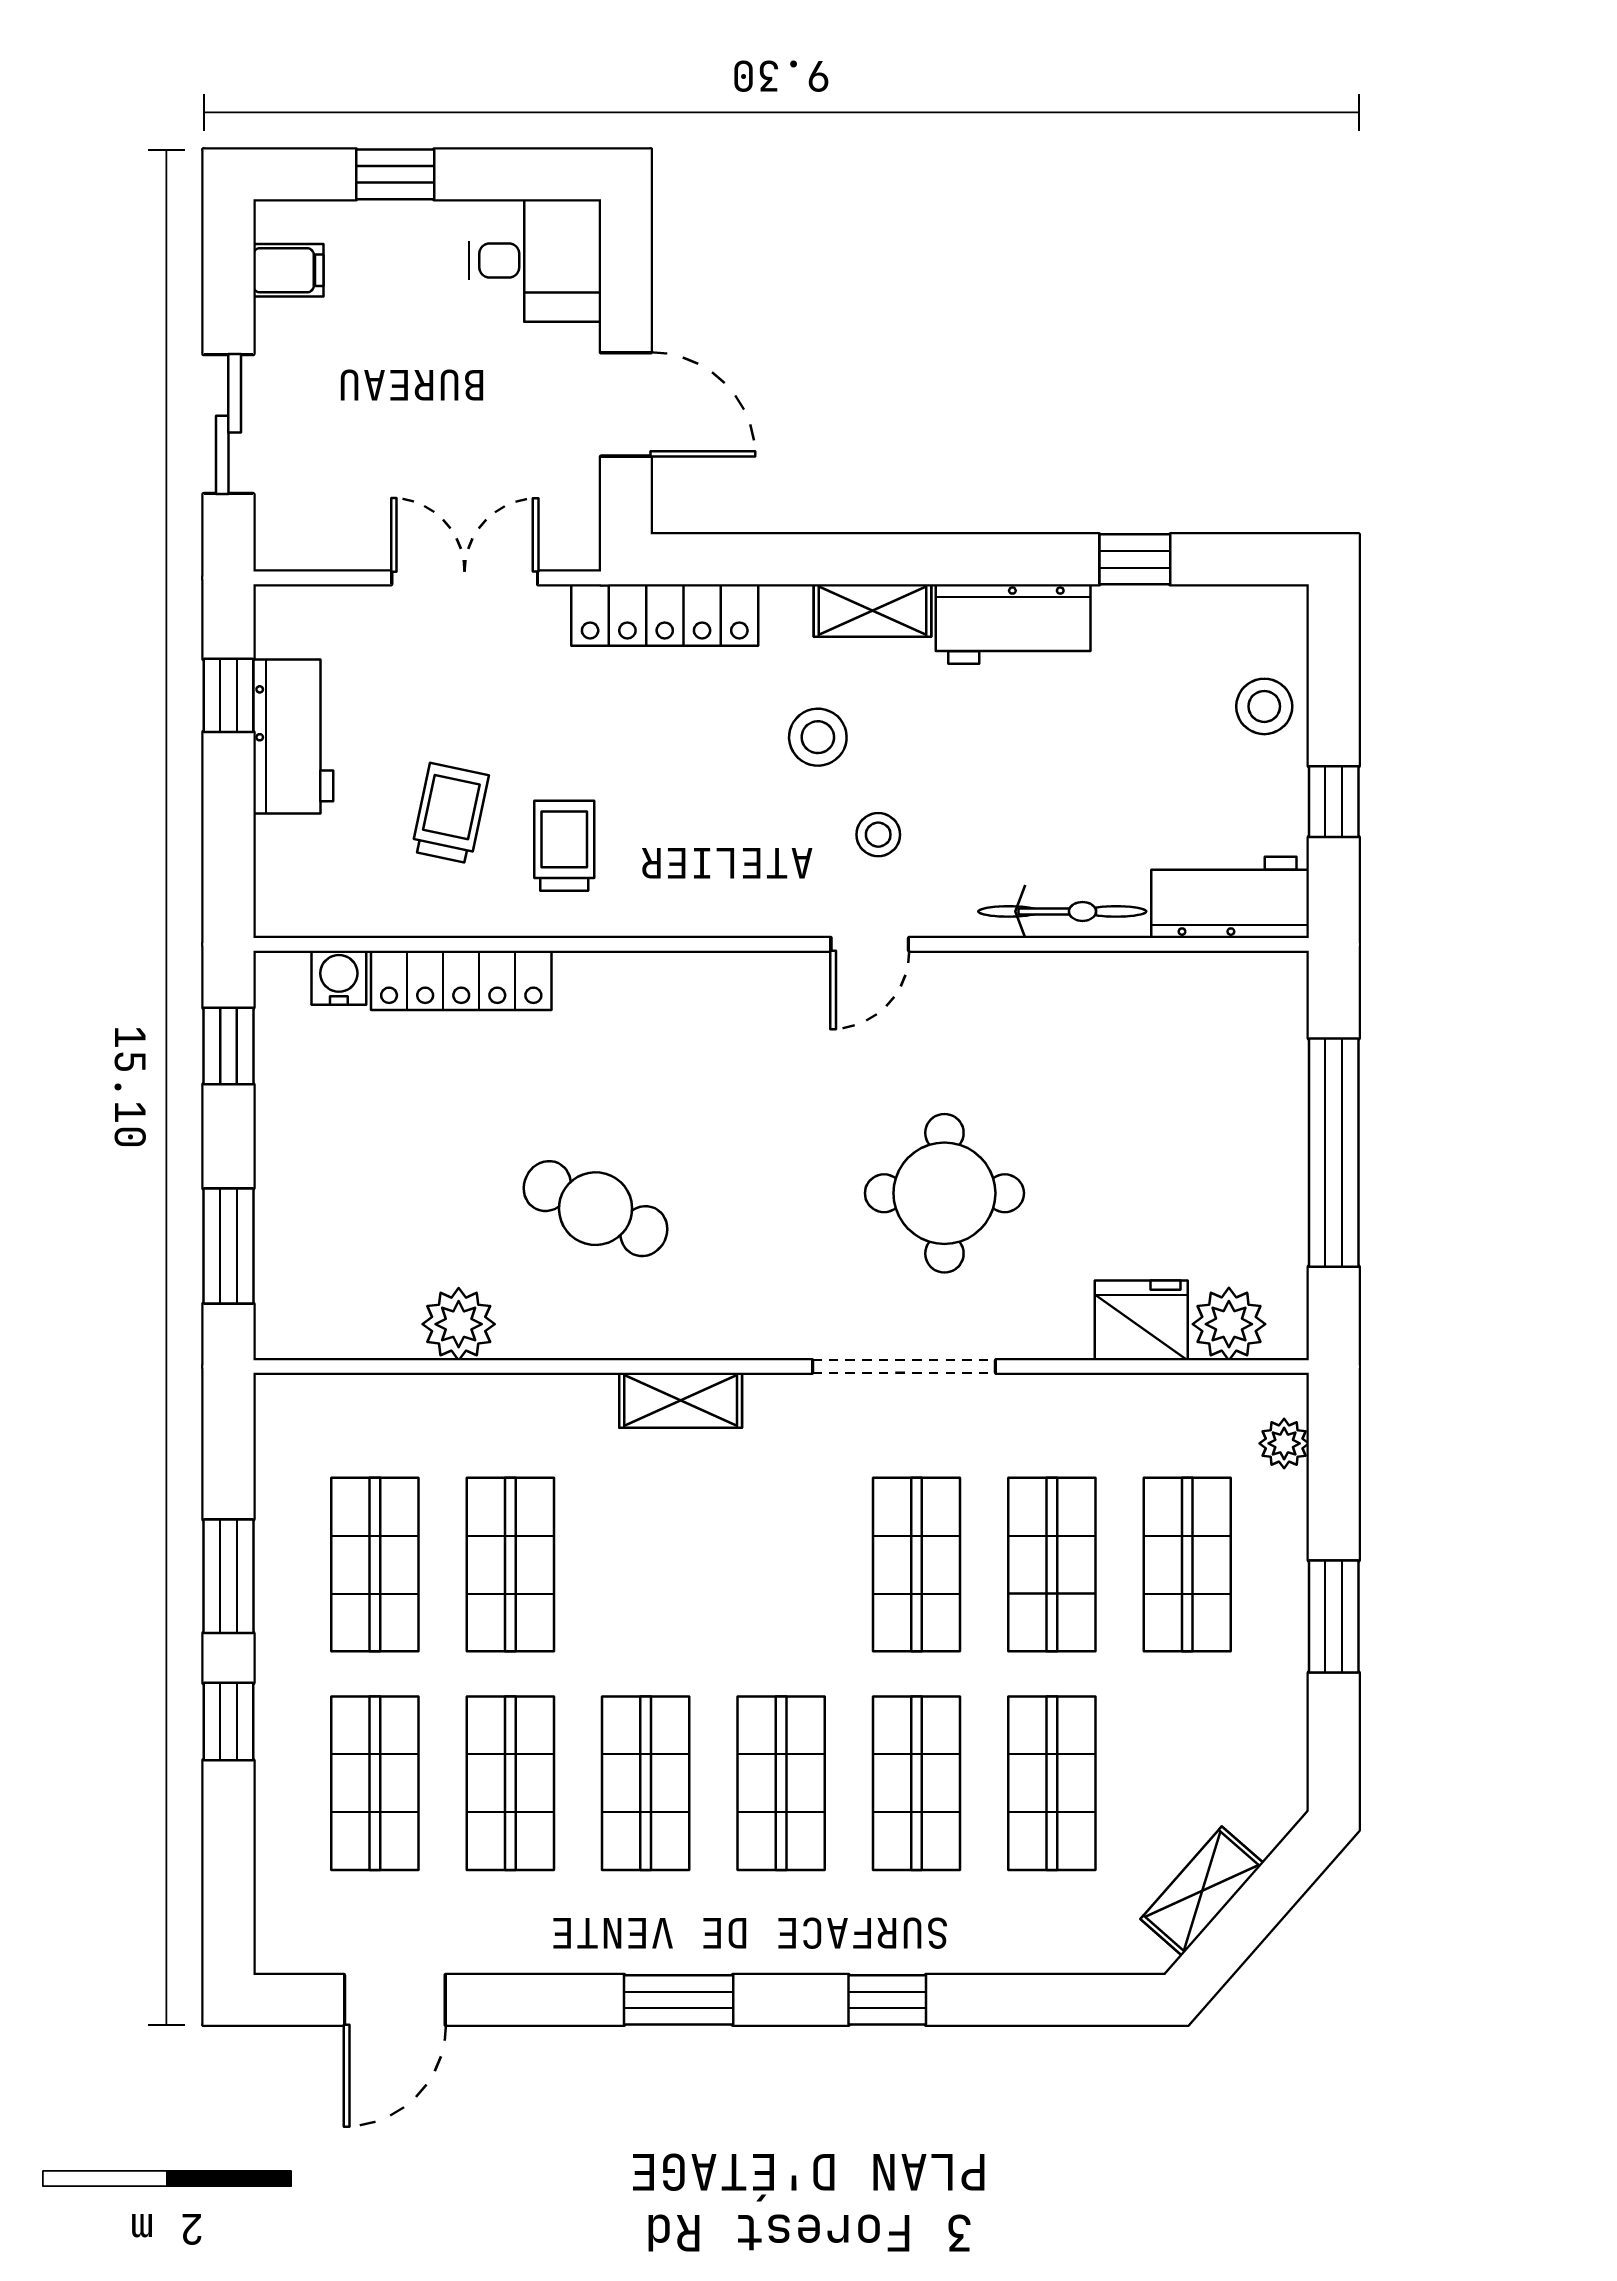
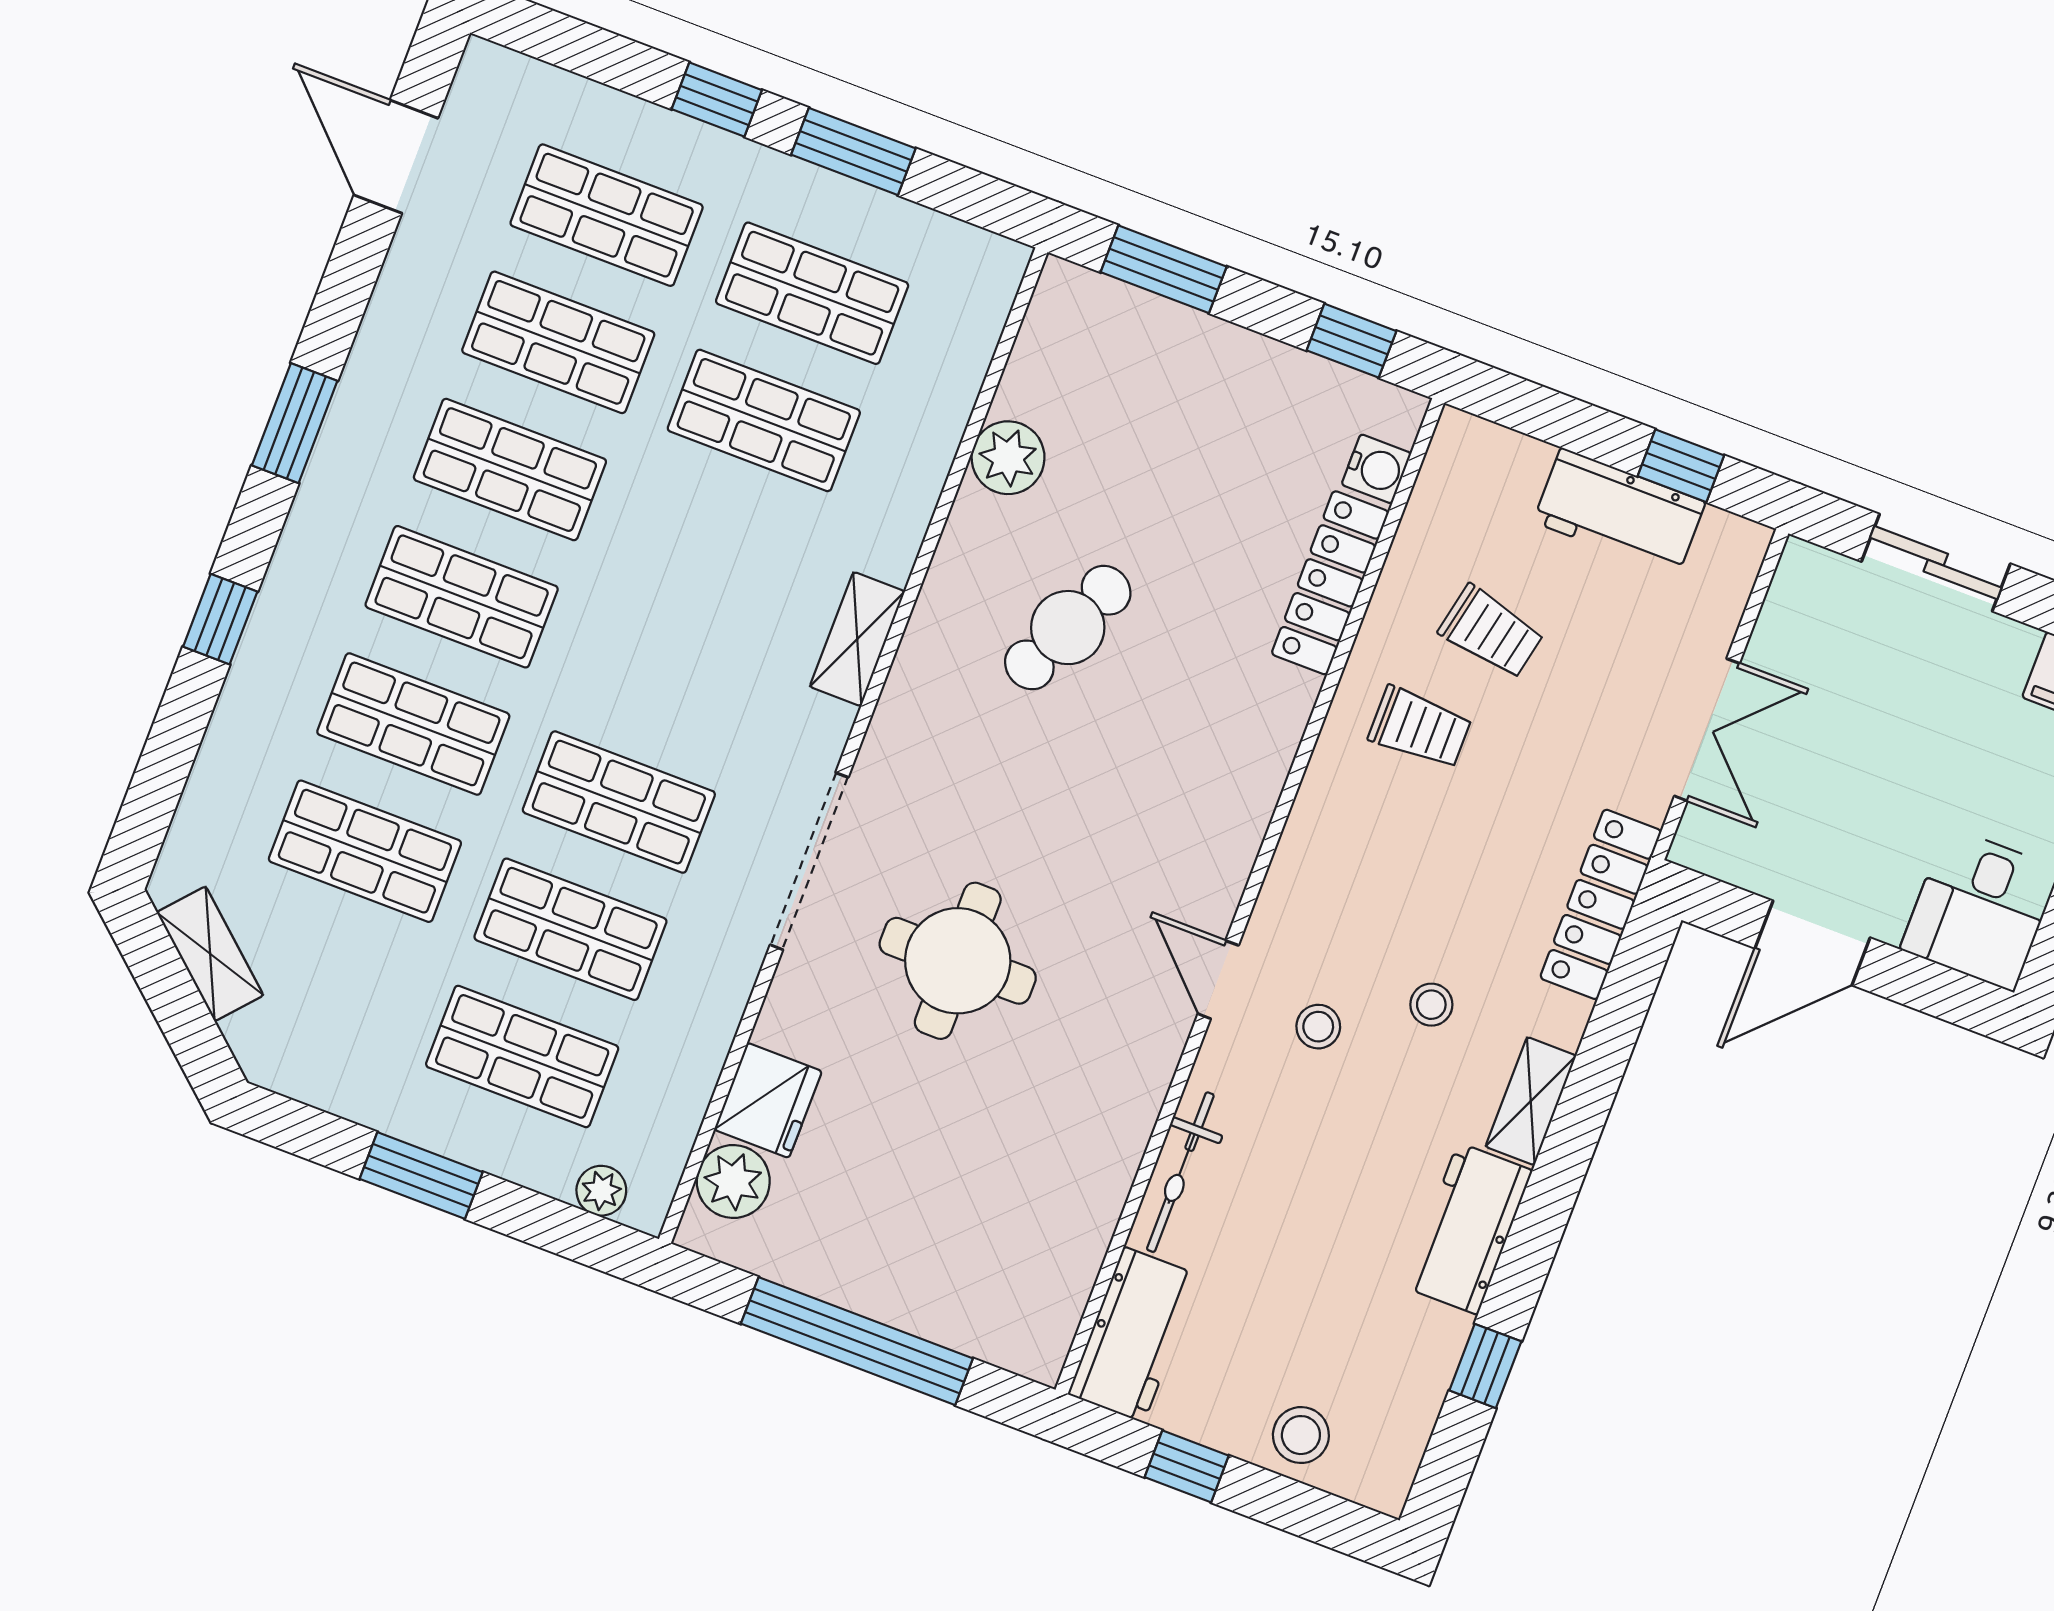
stool: (818, 737) -> (1431, 1005), width x0.73, depth x0.73

